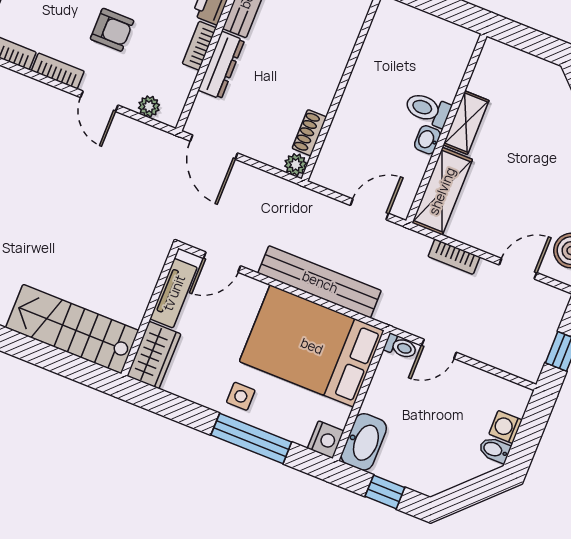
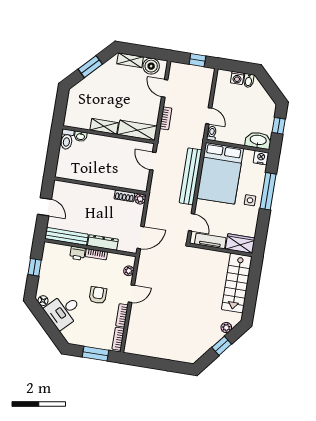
toilet: (428, 109) -> (67, 139), moved
washbasin: (427, 140) -> (81, 136), moved

